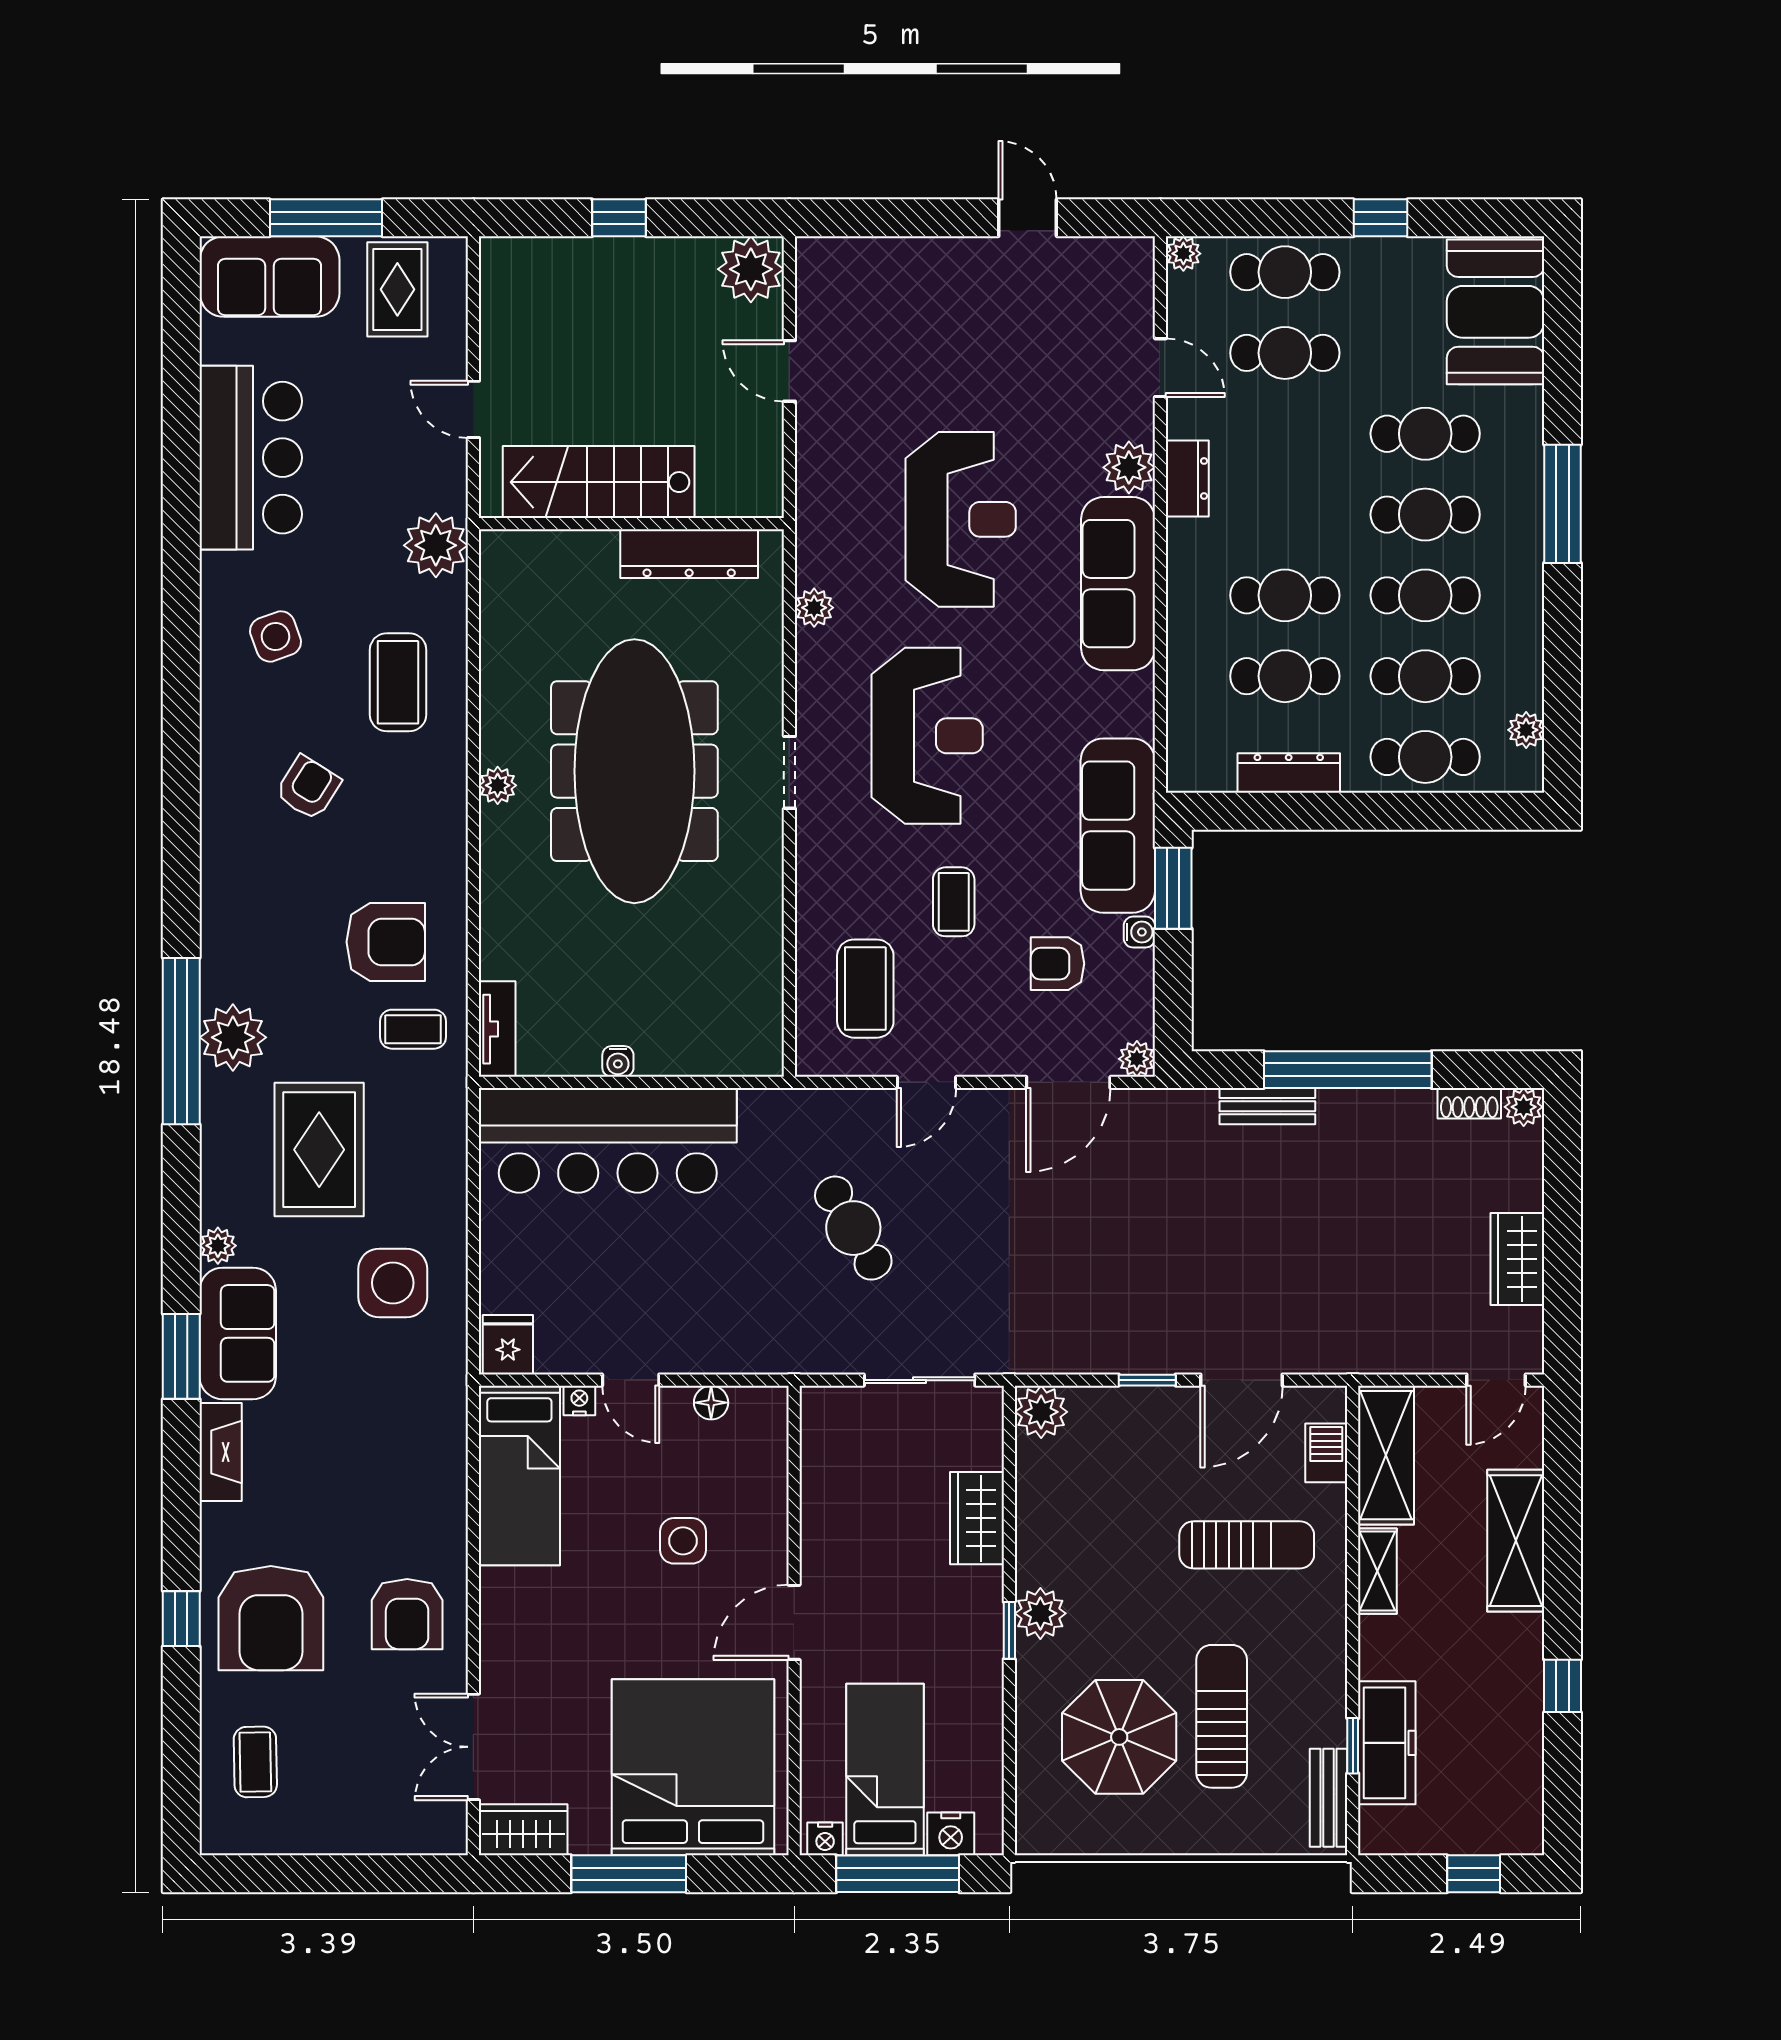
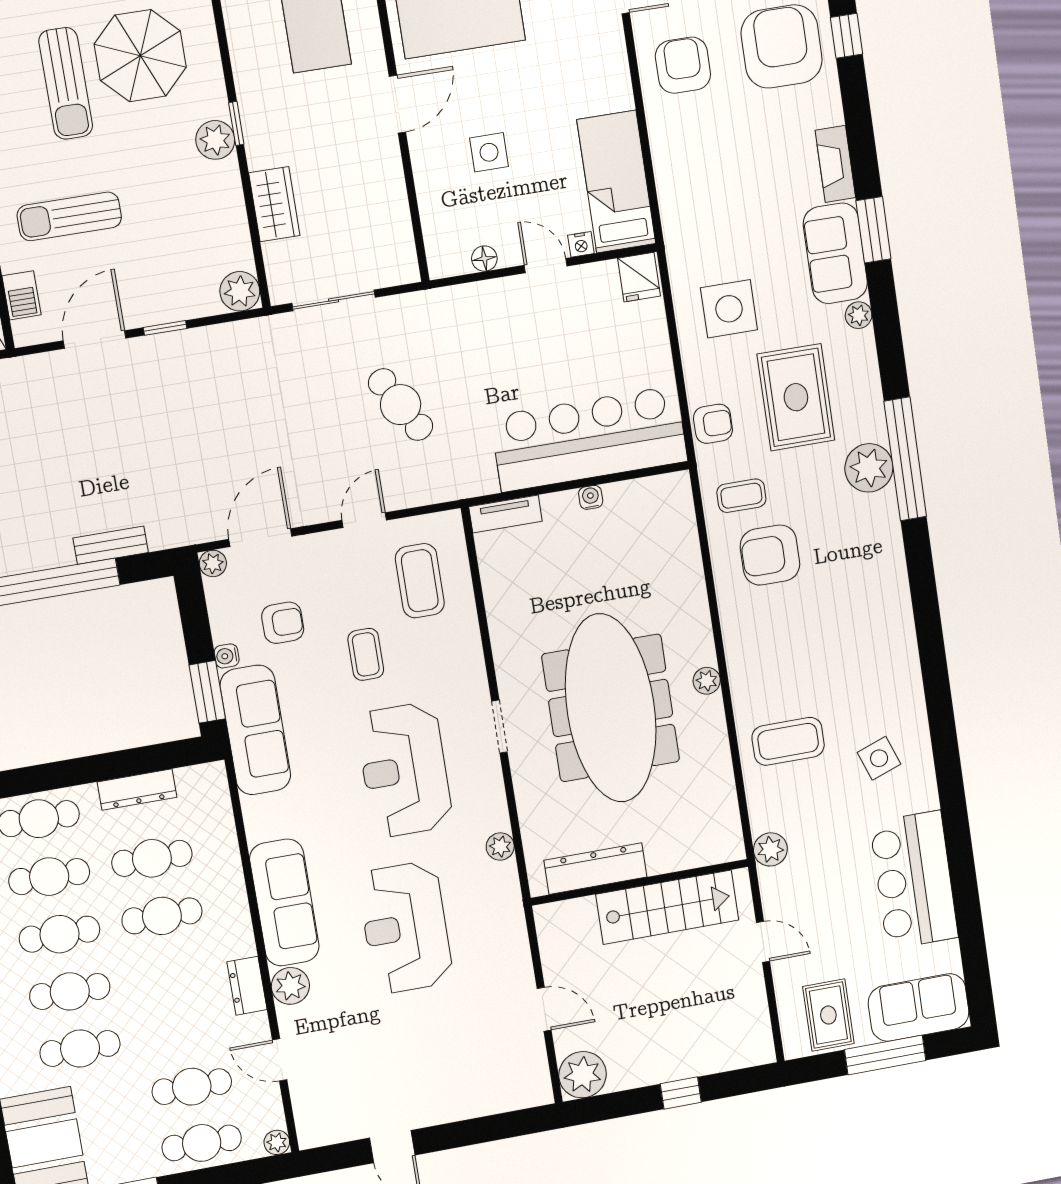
plant: (436, 545) -> (770, 849), width x0.73, depth x0.73
coffee table: (398, 682) -> (788, 741), turned 90
armchair: (308, 788) -> (713, 424), moved, turned -122
tv unit: (497, 1029) -> (505, 514), moved, turned -90

